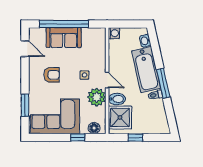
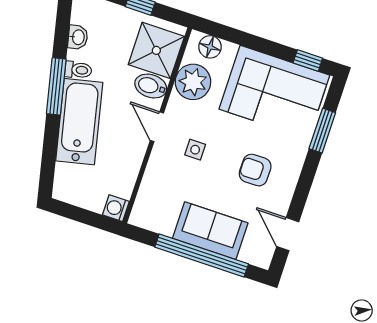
washbasin: (145, 41) -> (78, 37), moved
plant: (97, 97) -> (193, 82), moved
window: (78, 137) -> (308, 60), moved

